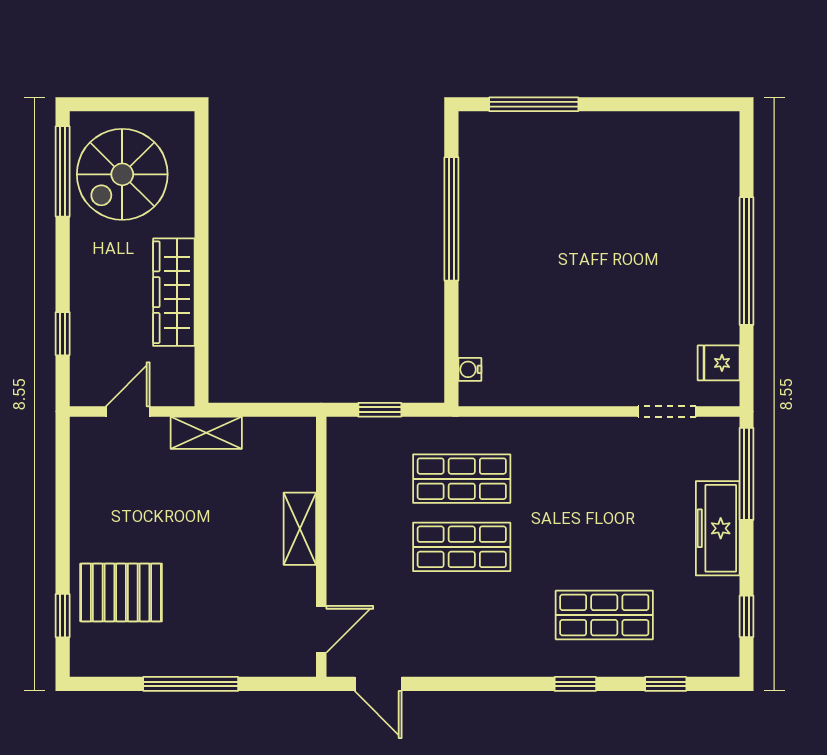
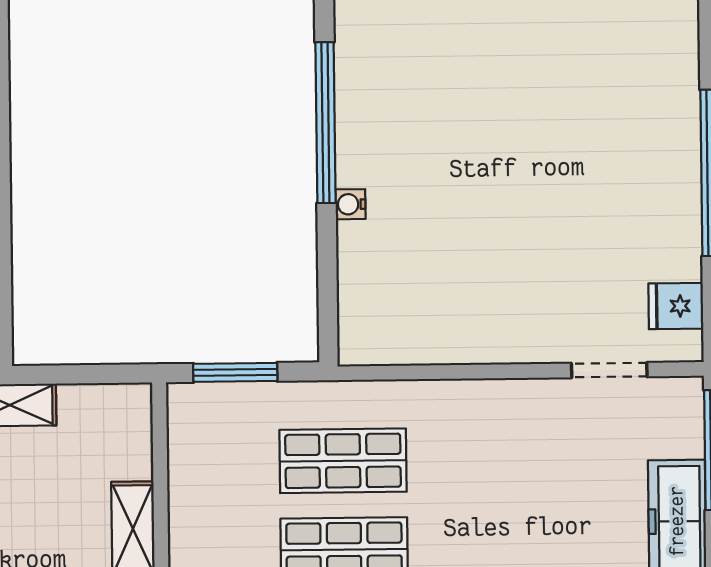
water cooler: (470, 369) -> (350, 204), moved
window: (380, 410) -> (235, 372), width x1.50

